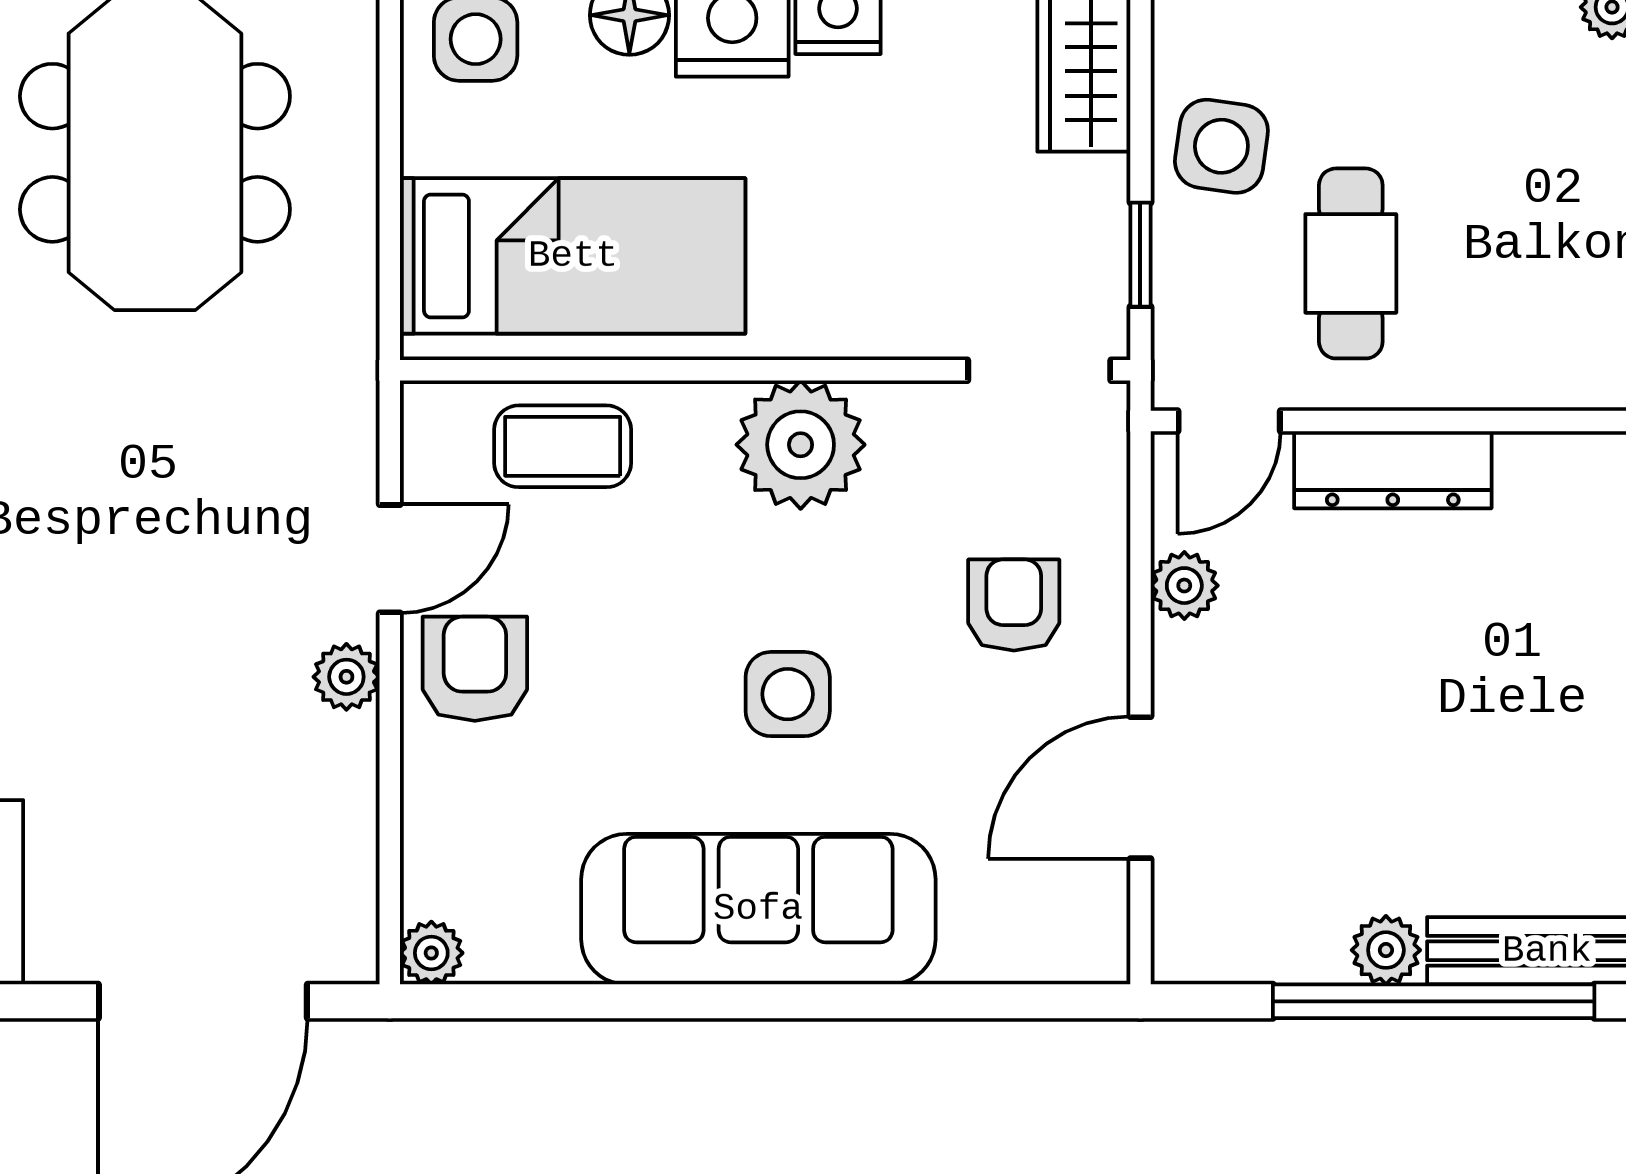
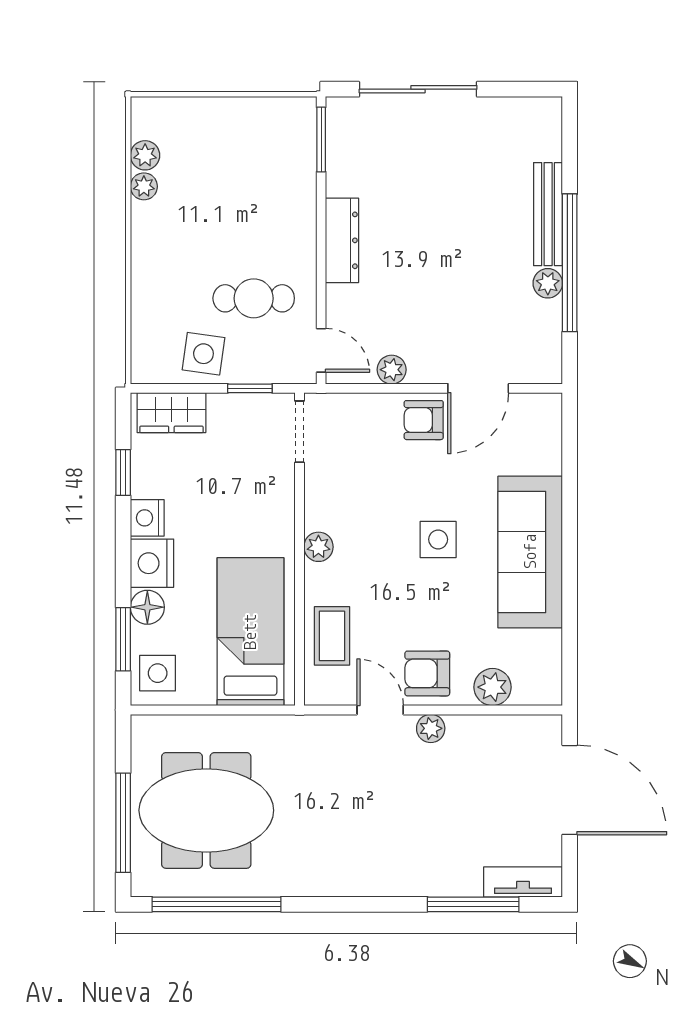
plant: (801, 445) -> (318, 547), width x0.53, depth x0.53
dresser: (1393, 470) -> (342, 240), moved
armchair: (1014, 605) -> (424, 420), moved
door: (1140, 788) -> (478, 388), hinge flipped
plant: (431, 953) -> (493, 687), moved, width x1.38, depth x1.38

